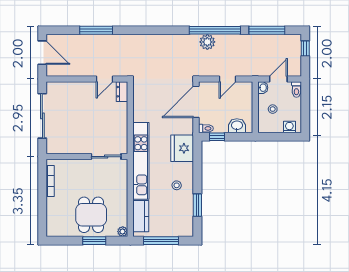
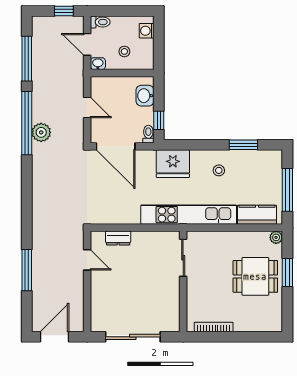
window: (305, 48) -> (64, 11), moved
dresser: (122, 92) -> (118, 238), moved

